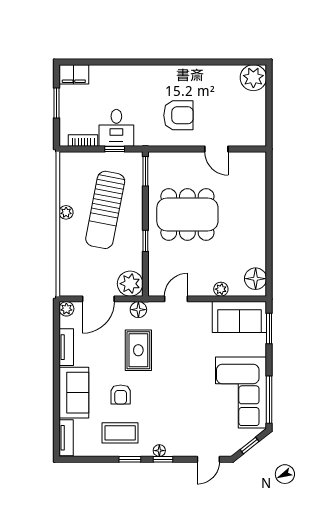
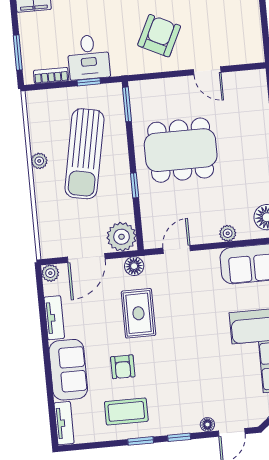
window: (57, 103) -> (18, 52), moved
armchair: (178, 115) -> (159, 36), turned -64
floor lamp: (159, 451) -> (207, 425), moved

